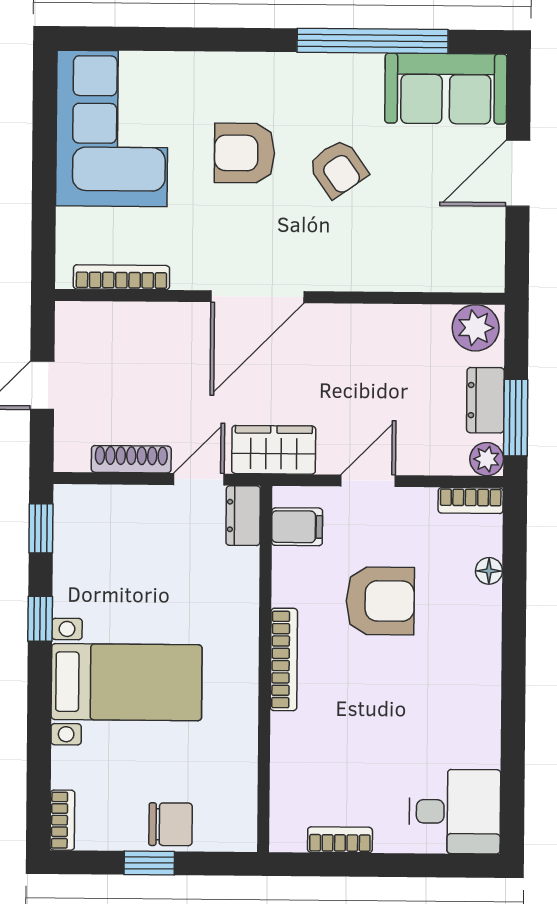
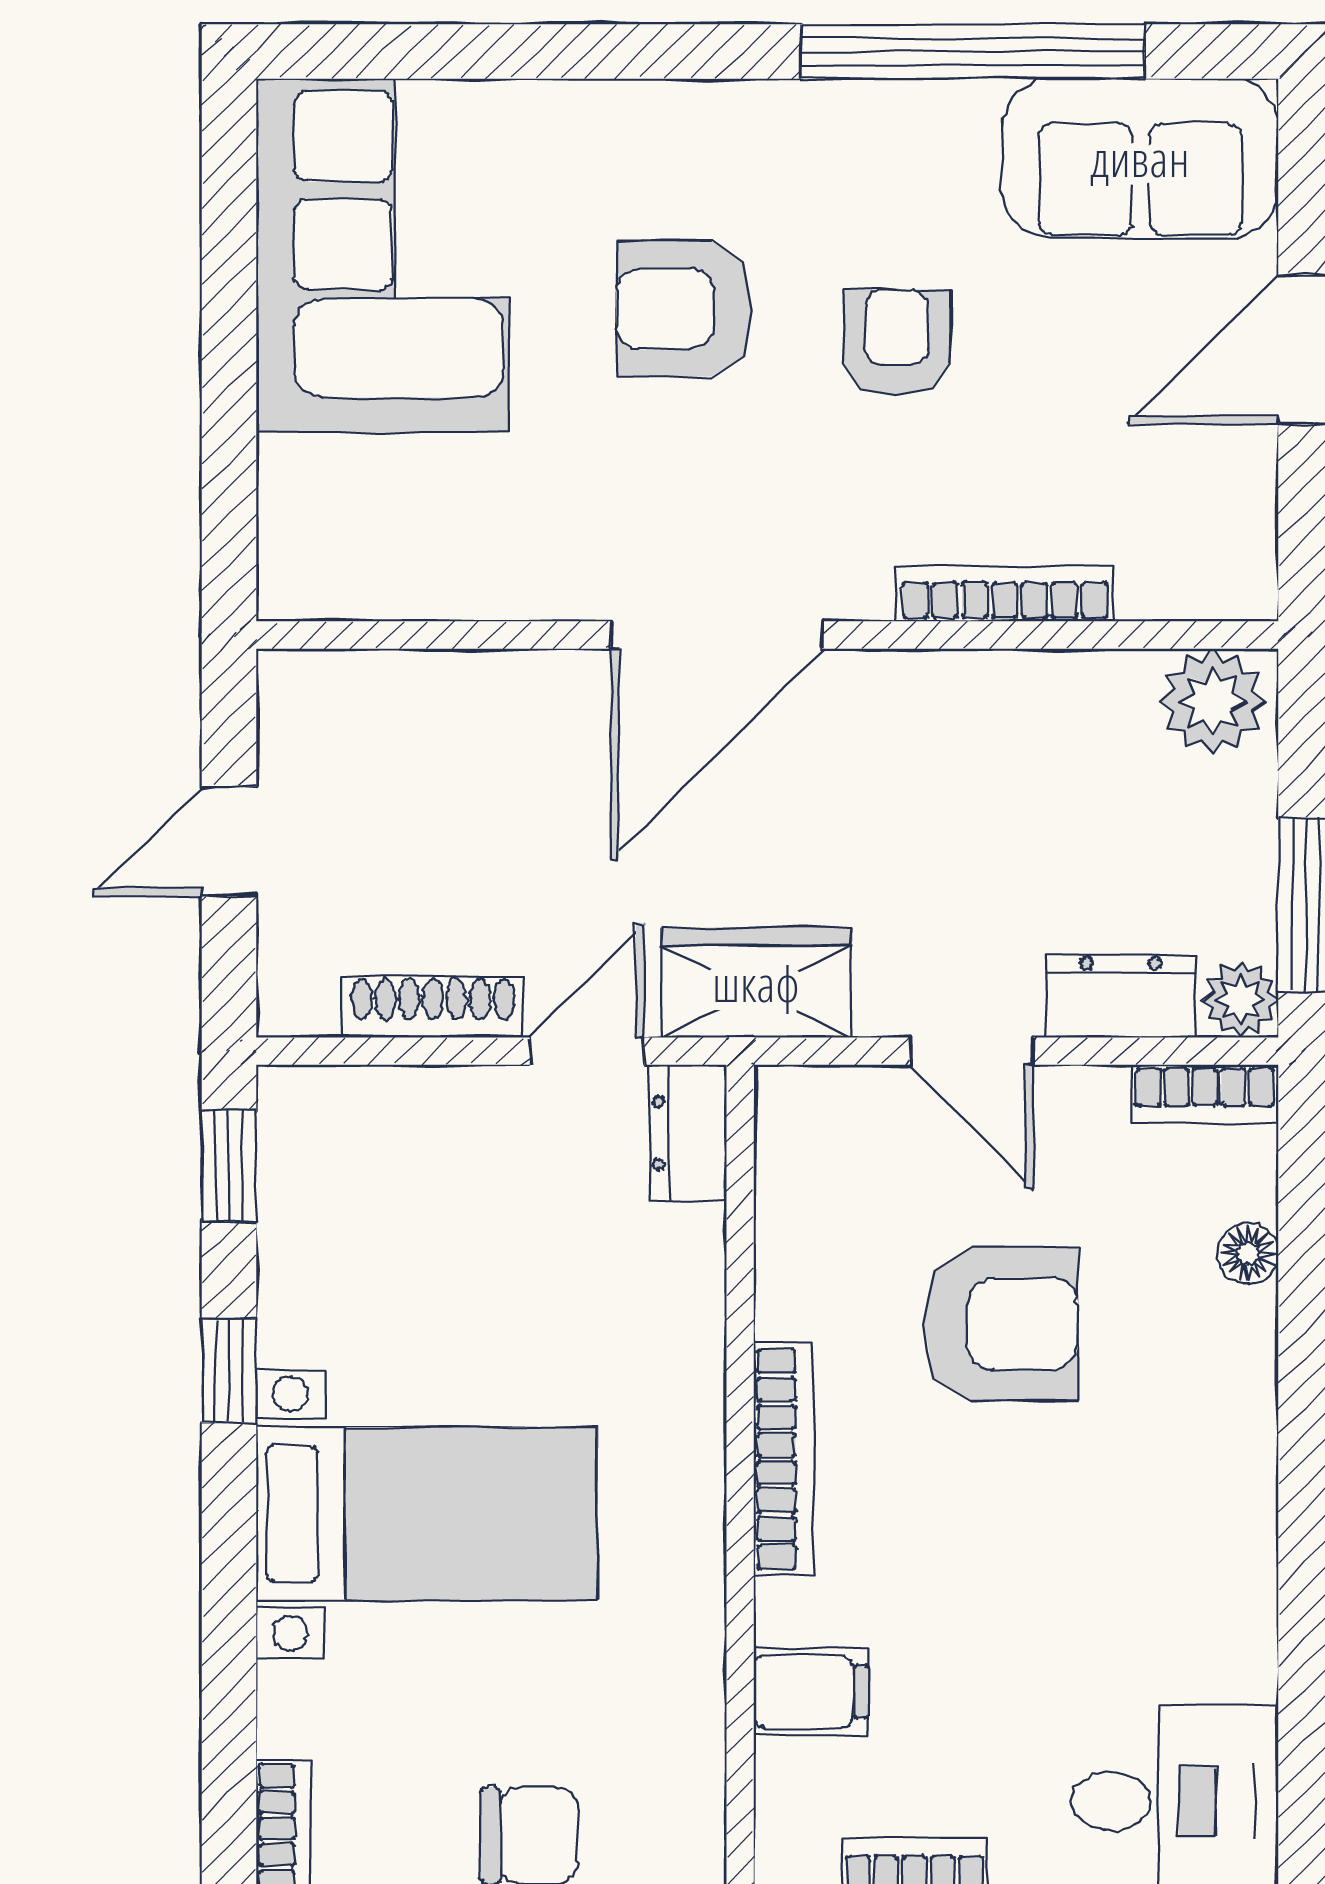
armchair: (338, 168) -> (897, 342), turned -145
bookcase: (121, 277) -> (1005, 594), moved
dresser: (485, 400) -> (1121, 996), moved, turned 90
door: (368, 481) -> (972, 1051), swing flipped
filing cabinet: (297, 527) -> (811, 1692), moved

